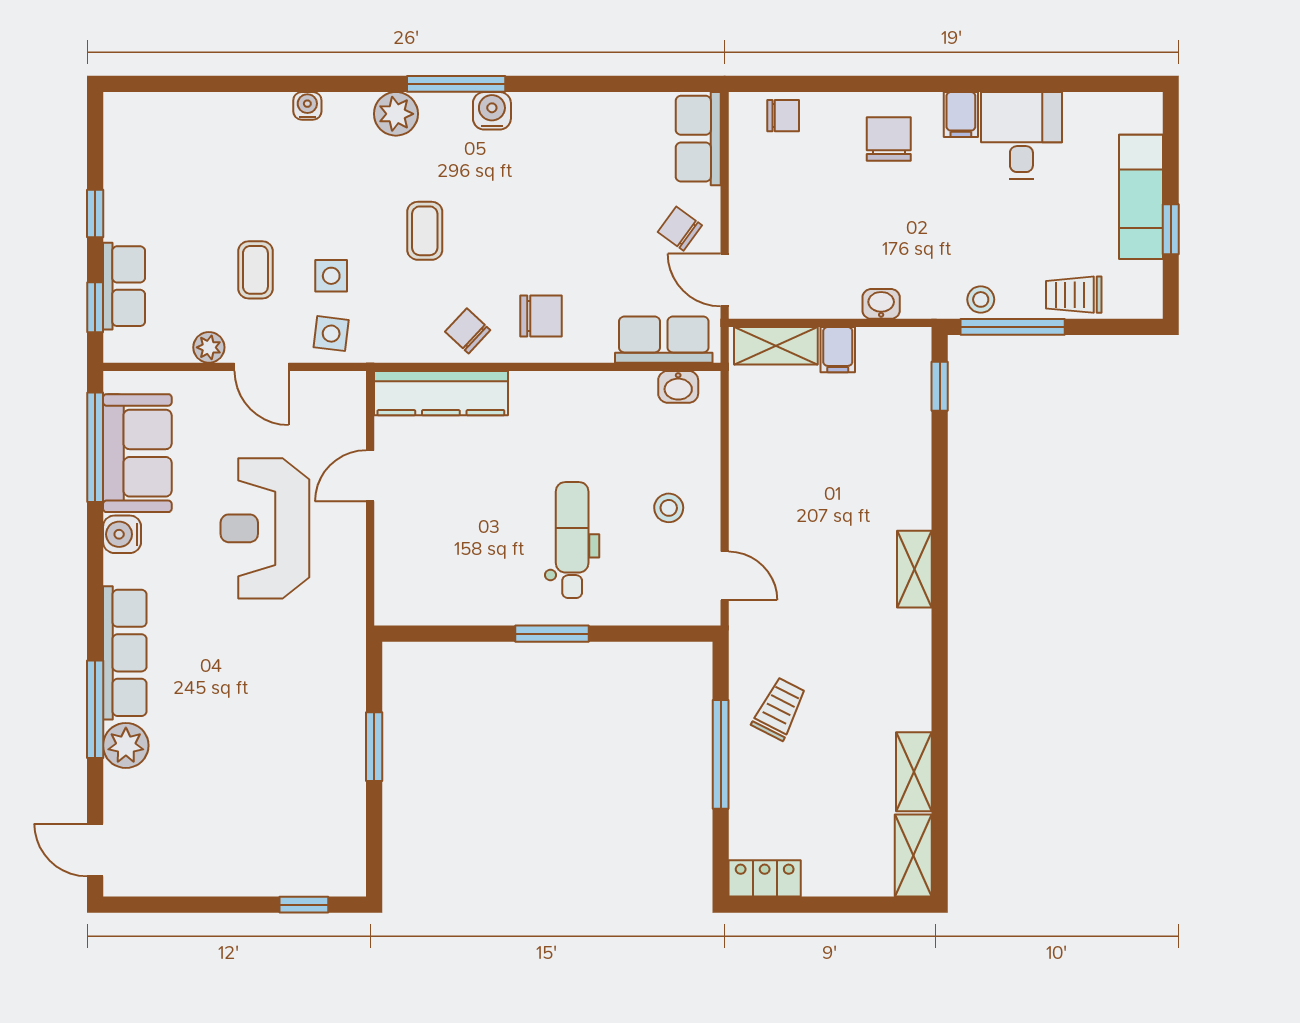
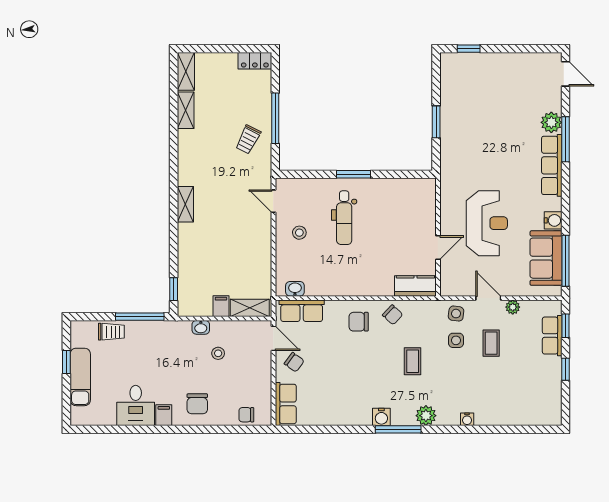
stool: (981, 299) -> (218, 353), moved
kitchen counter: (441, 393) -> (415, 286), width x0.67

